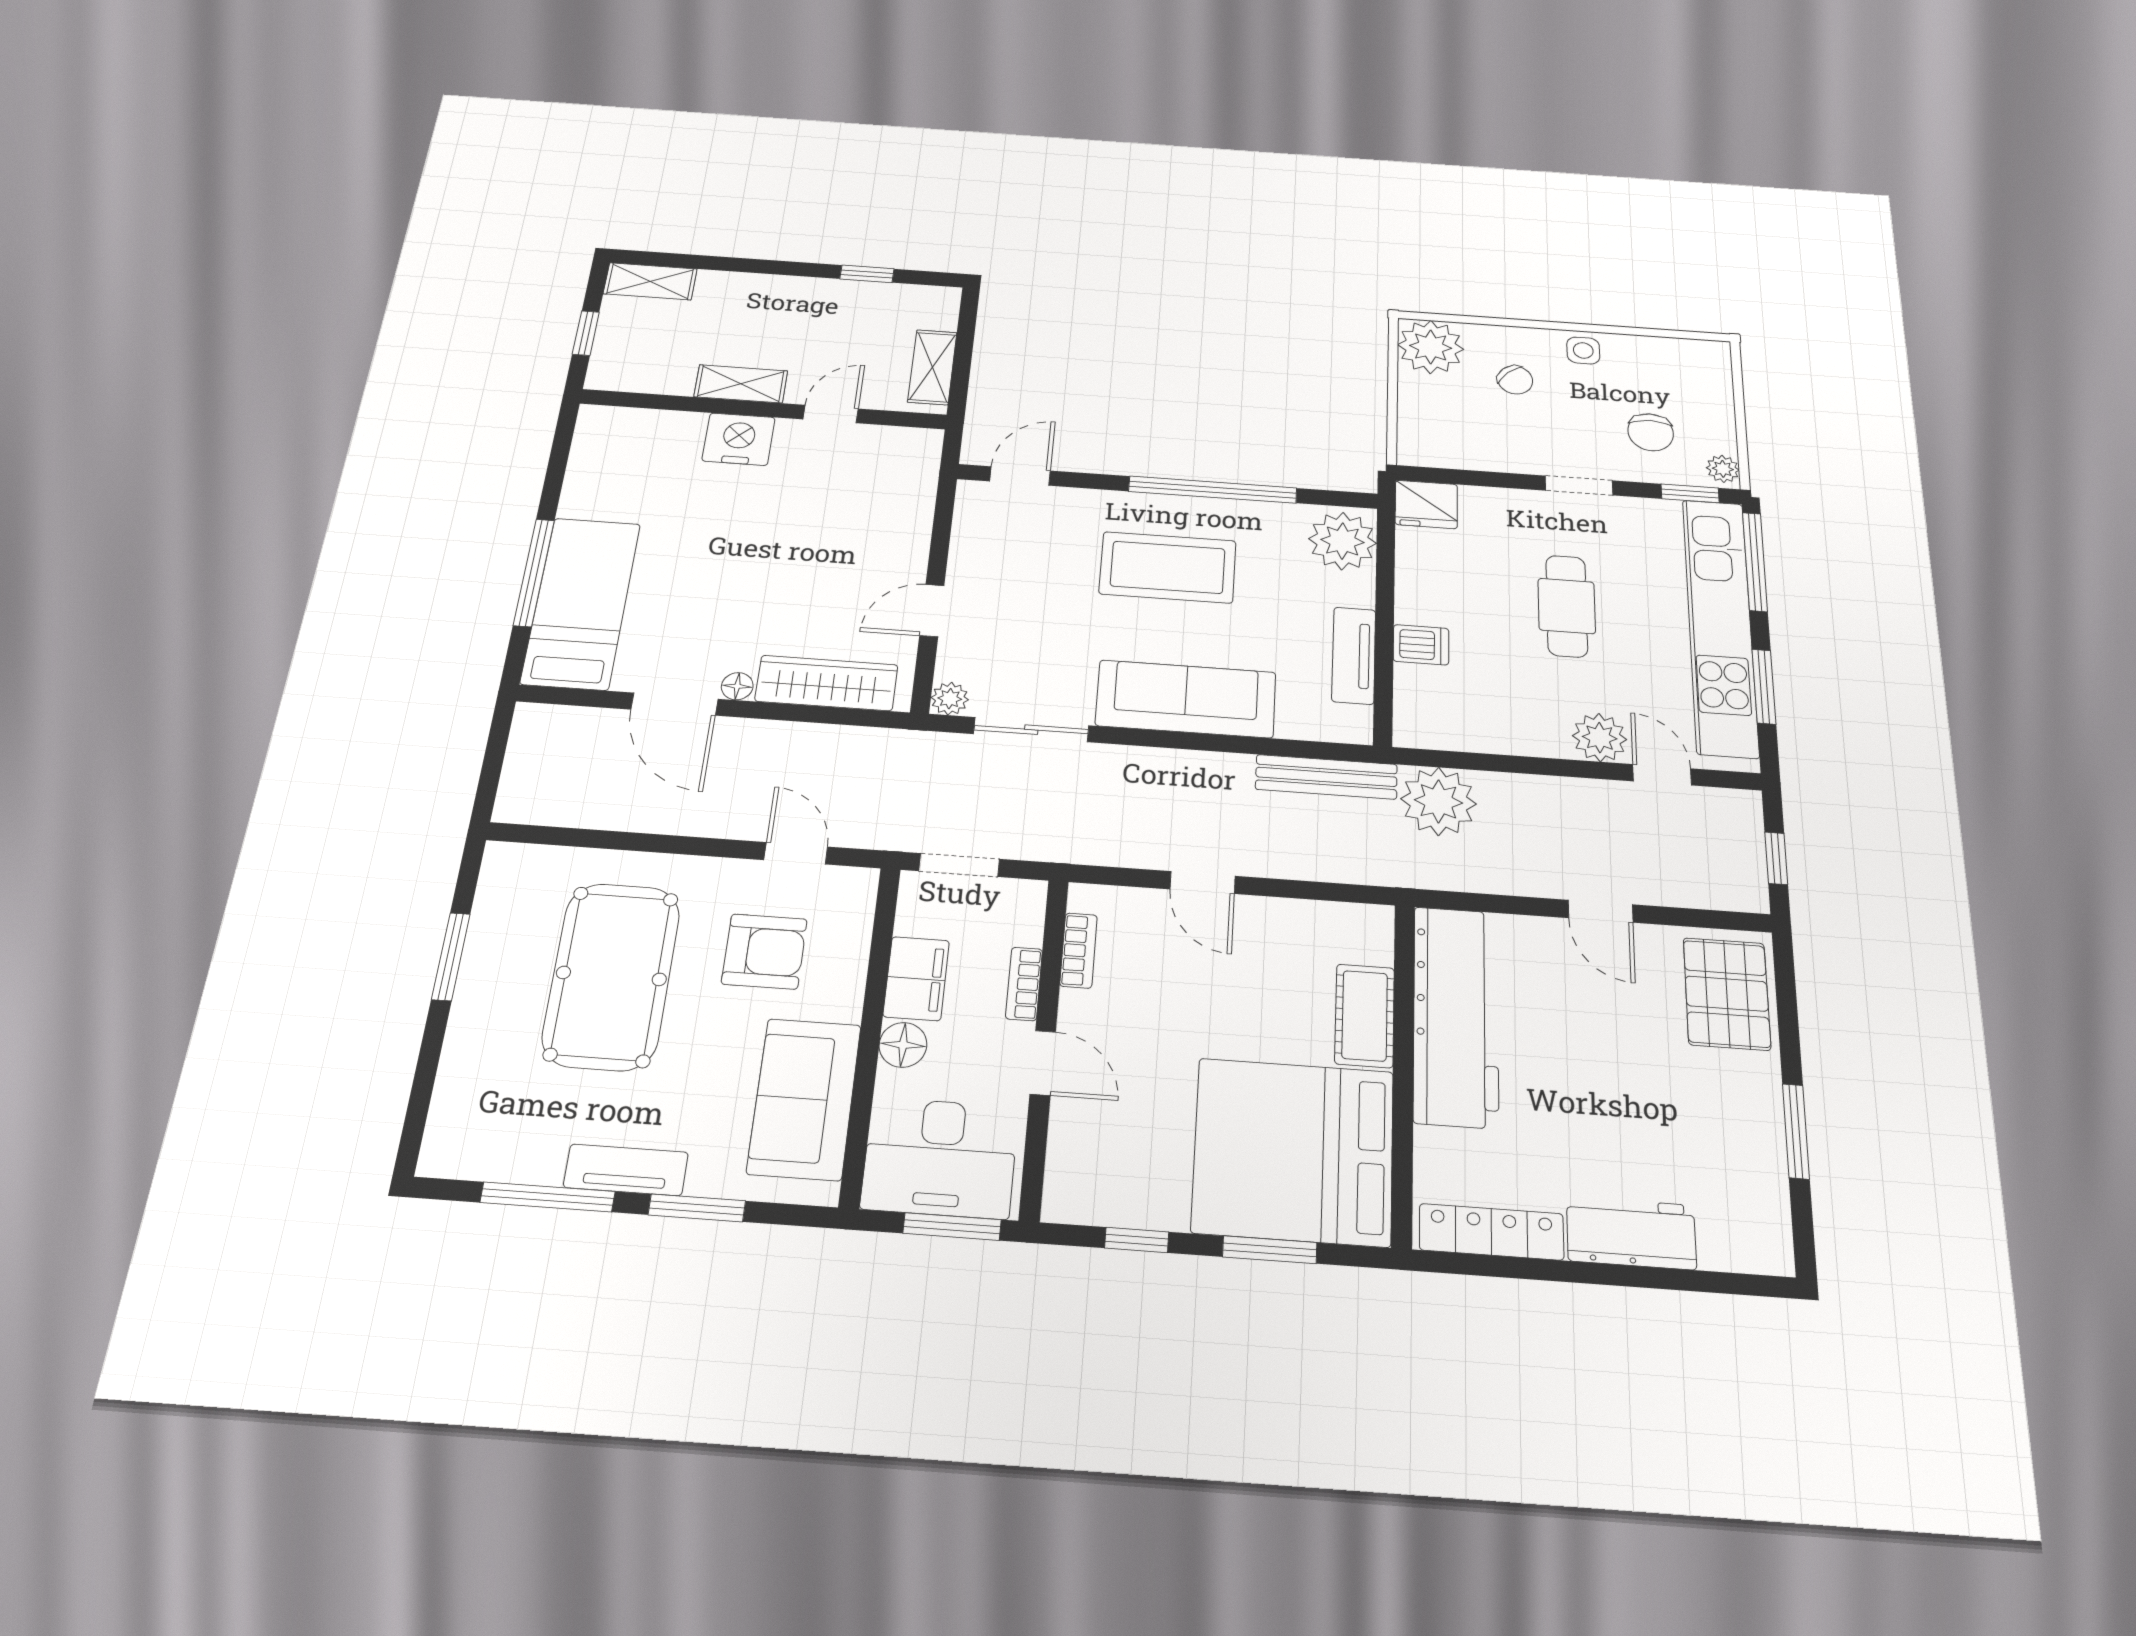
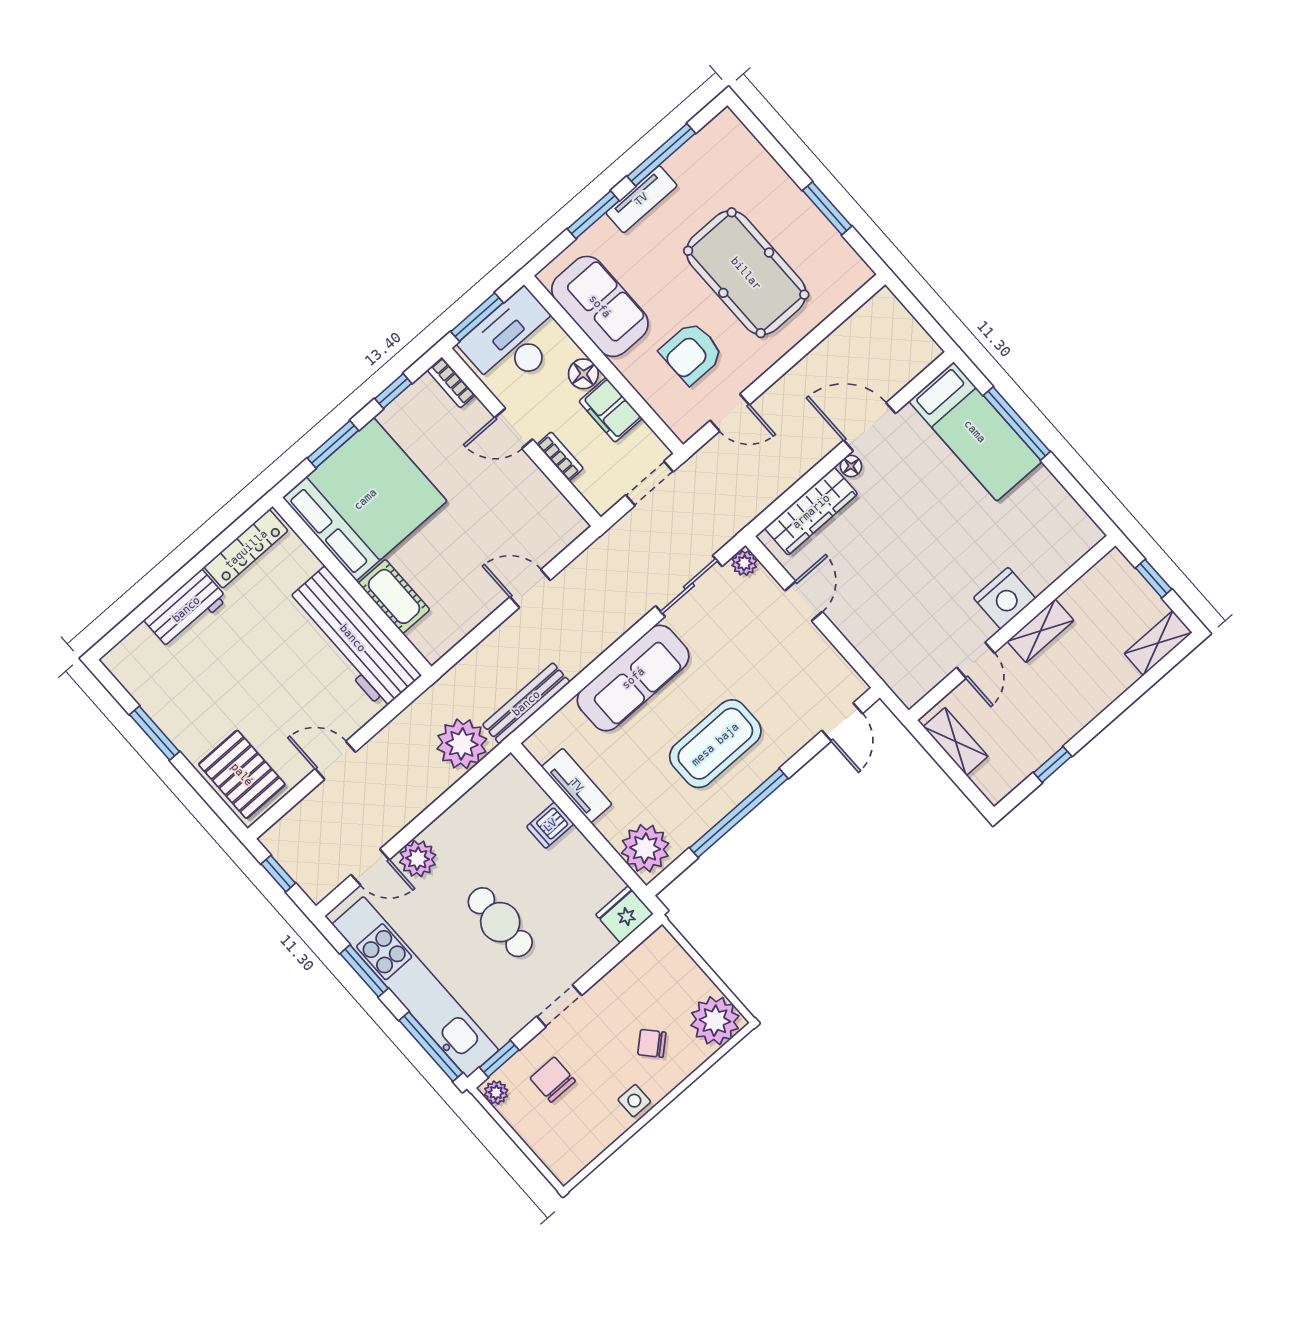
bookcase: (1079, 951) -> (451, 383), moved

